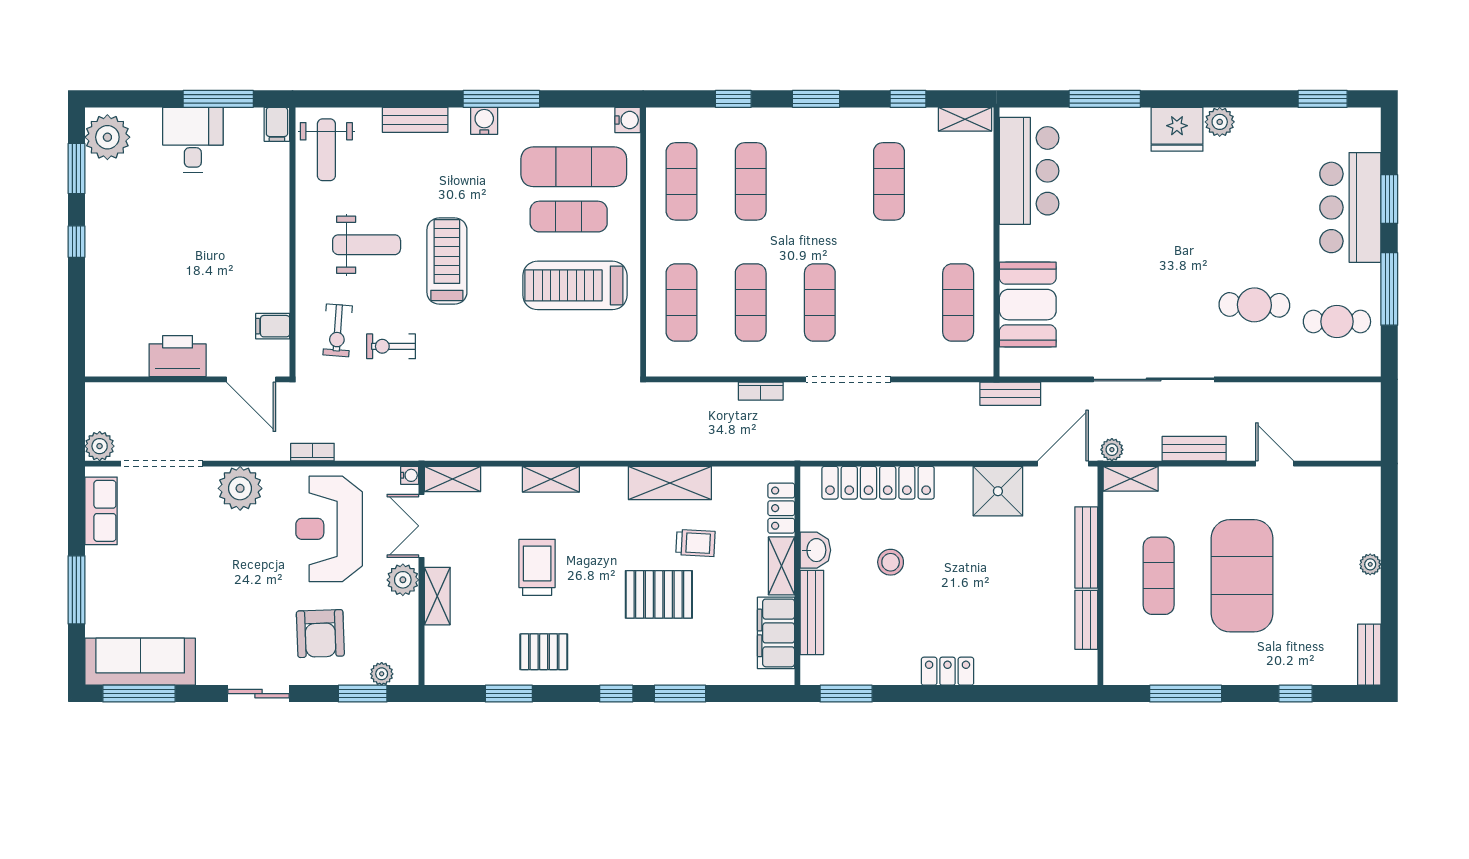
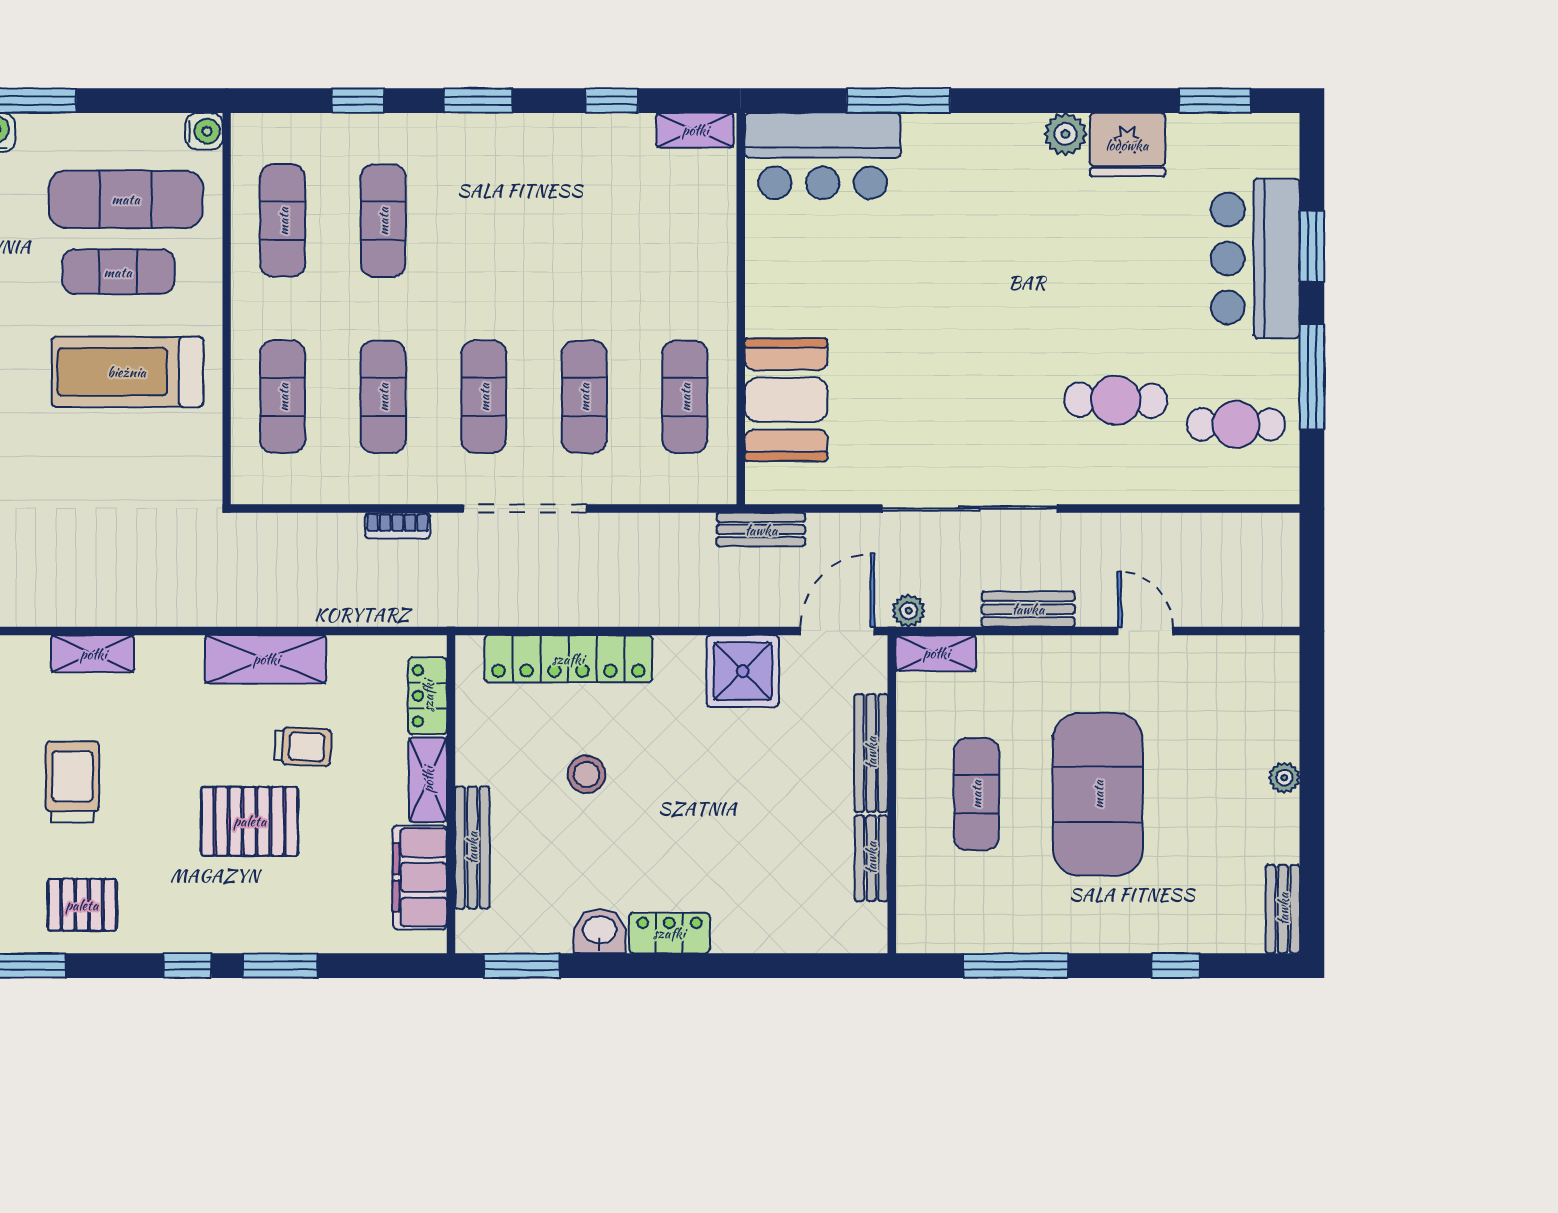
fridge: (1177, 129) -> (1127, 145), moved
bar counter: (1029, 171) -> (823, 156), moved, turned 90
exercise mat: (889, 181) -> (584, 397), moved
washbasin: (815, 550) -> (600, 931), moved, turned -90

